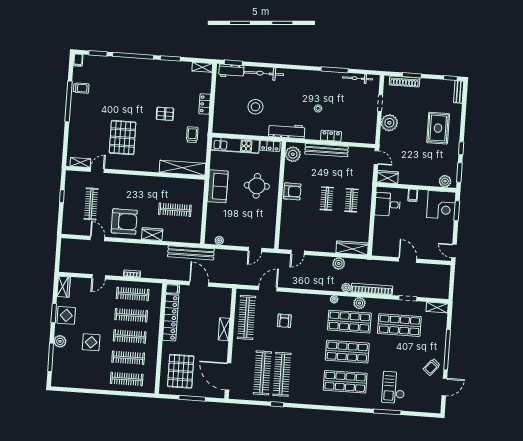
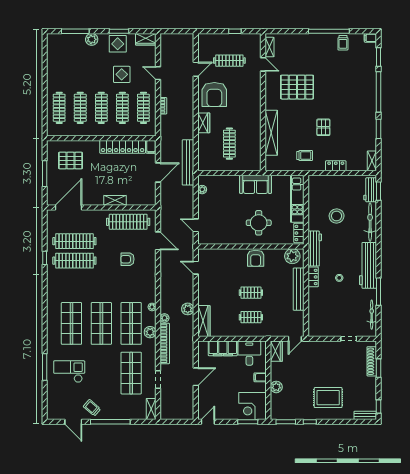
workbench: (307, 79) -> (368, 265), added
plant: (389, 123) -> (330, 349), removed
locker: (331, 136) -> (313, 277), moved
shelving: (182, 168) -> (271, 133), moved
plant: (445, 181) -> (276, 387), moved
filing cabinet: (381, 231) -> (223, 348), added
display table: (91, 342) -> (122, 74), moved
pallet: (181, 371) -> (71, 160), width x0.73, depth x0.71

